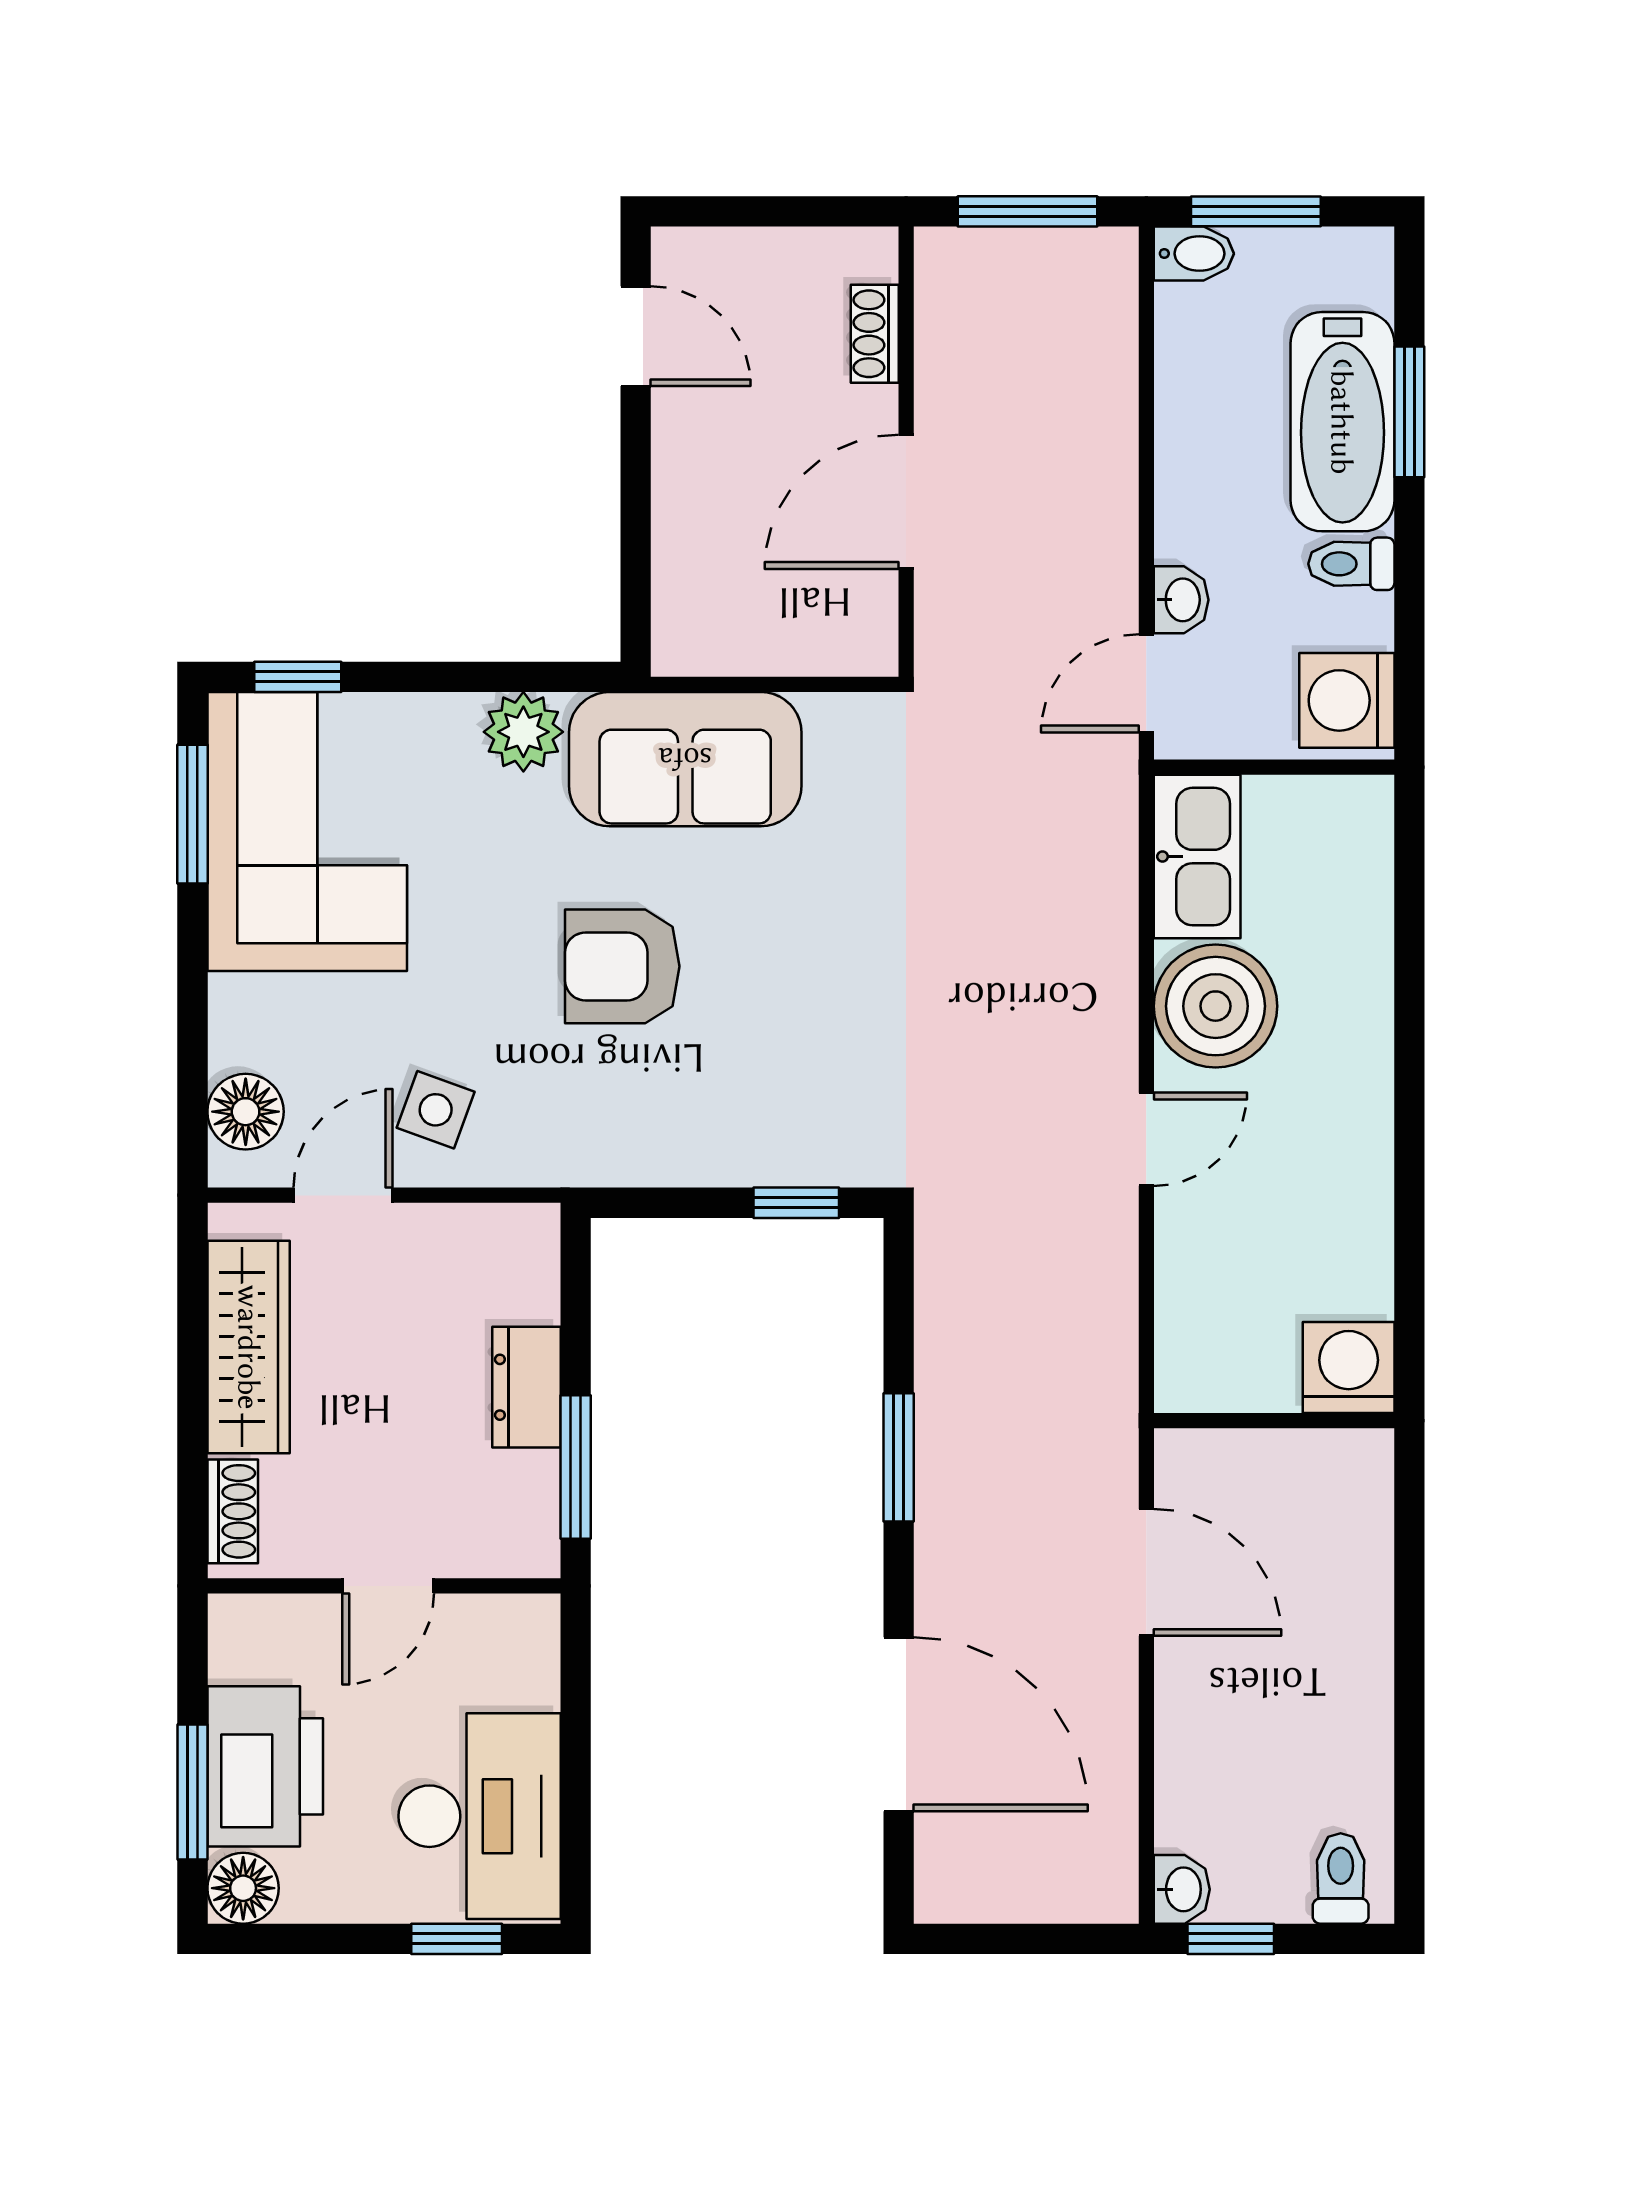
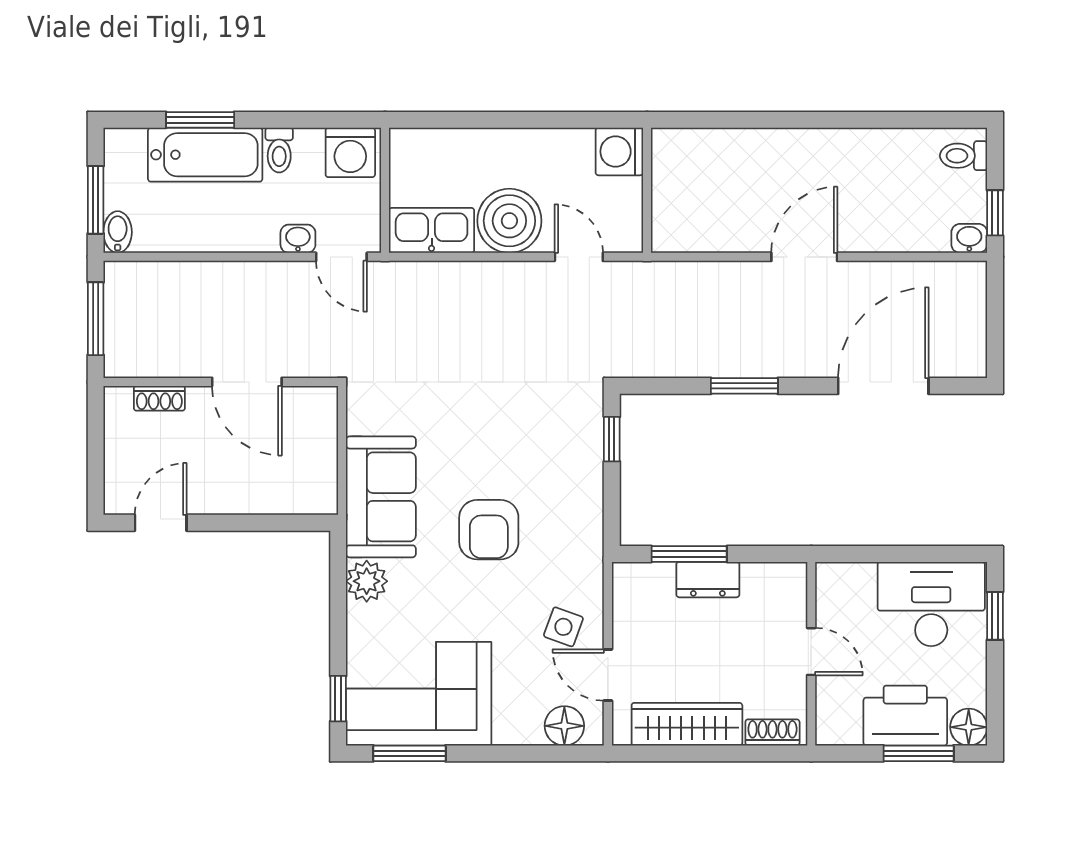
washing machine: (1349, 1367) -> (619, 152), moved
wall: (1274, 1421) -> (647, 190), moved
window: (576, 1467) -> (689, 554), moved

